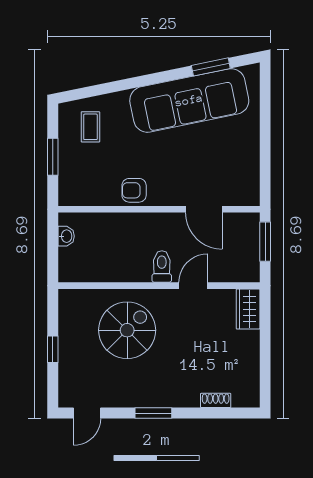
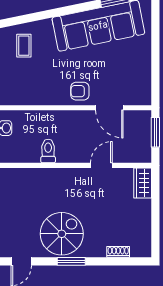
armchair: (134, 190) -> (80, 91), moved
toilet: (162, 267) -> (48, 151), moved
spiral stairs: (127, 330) -> (62, 234), moved

